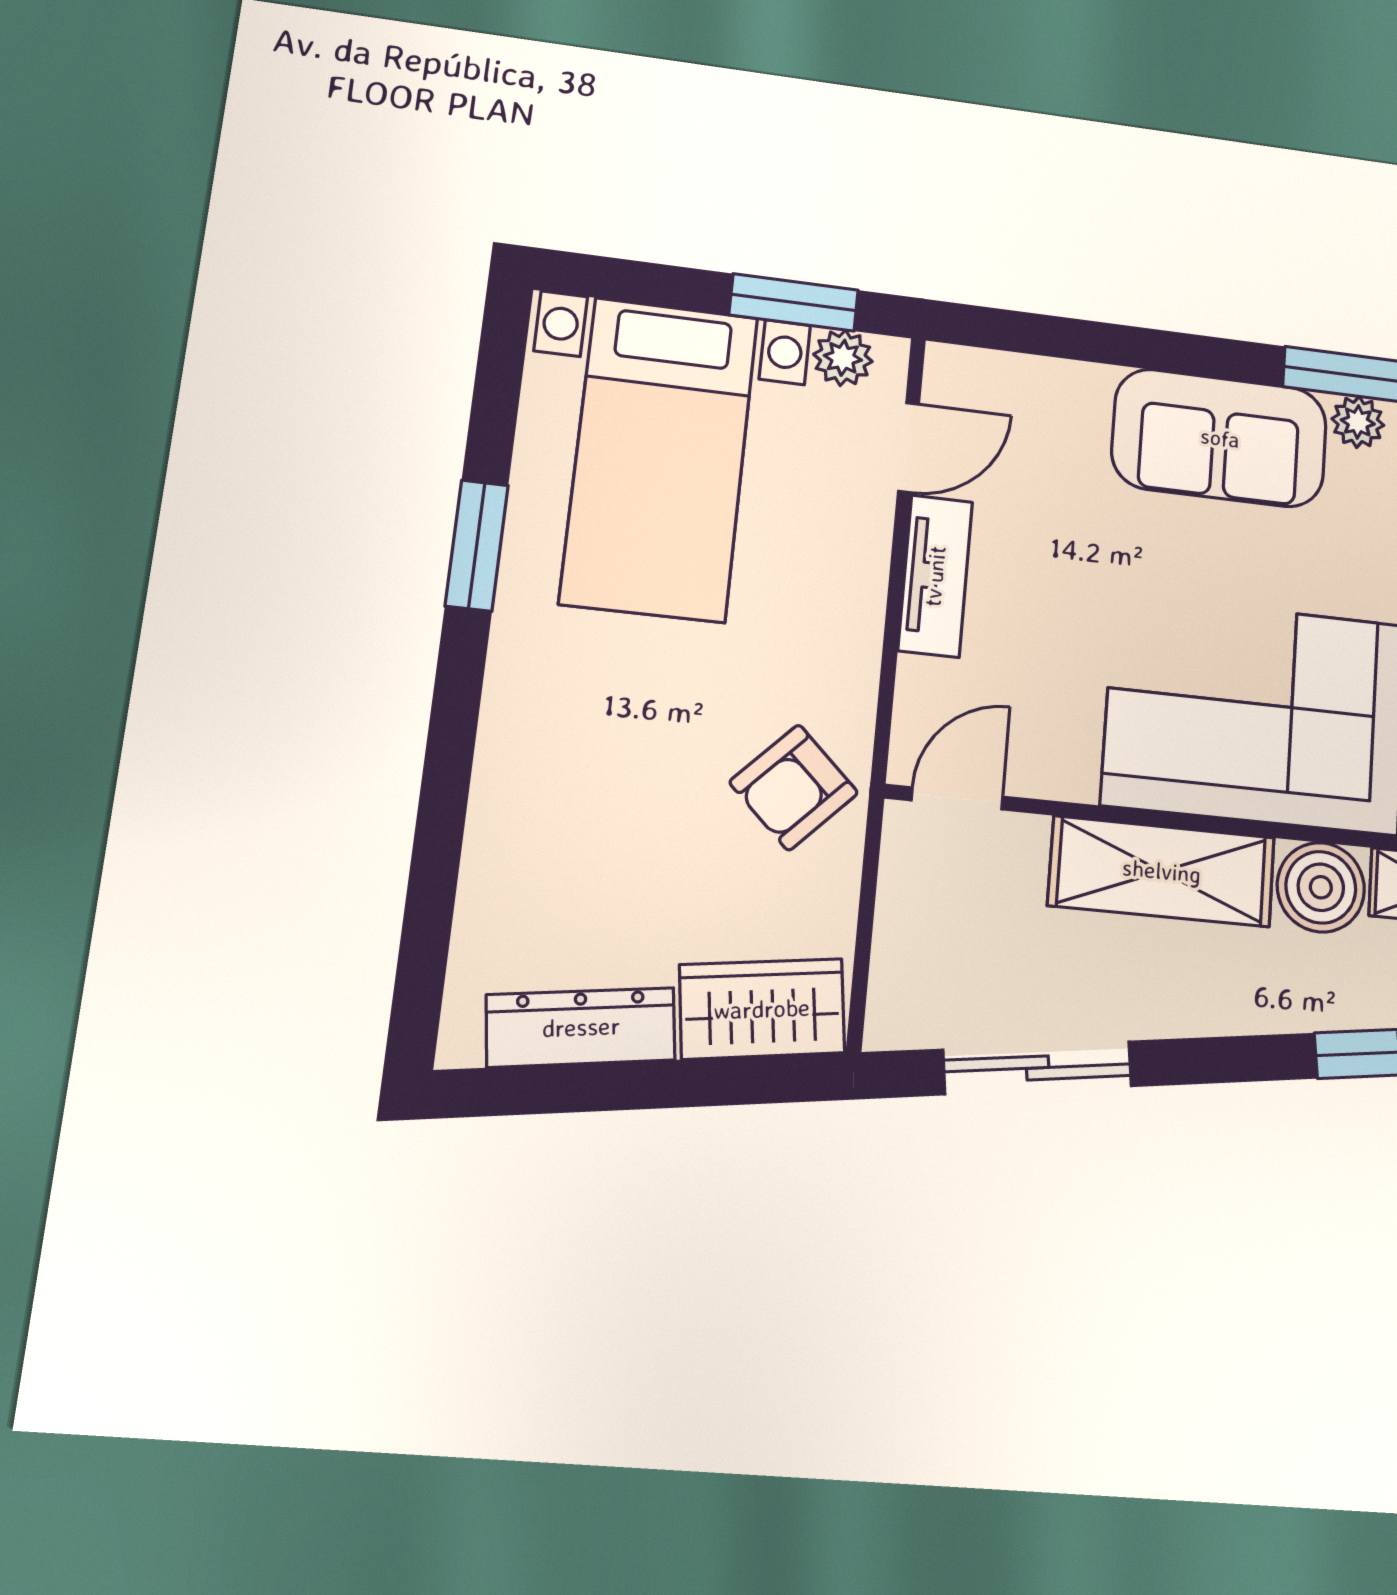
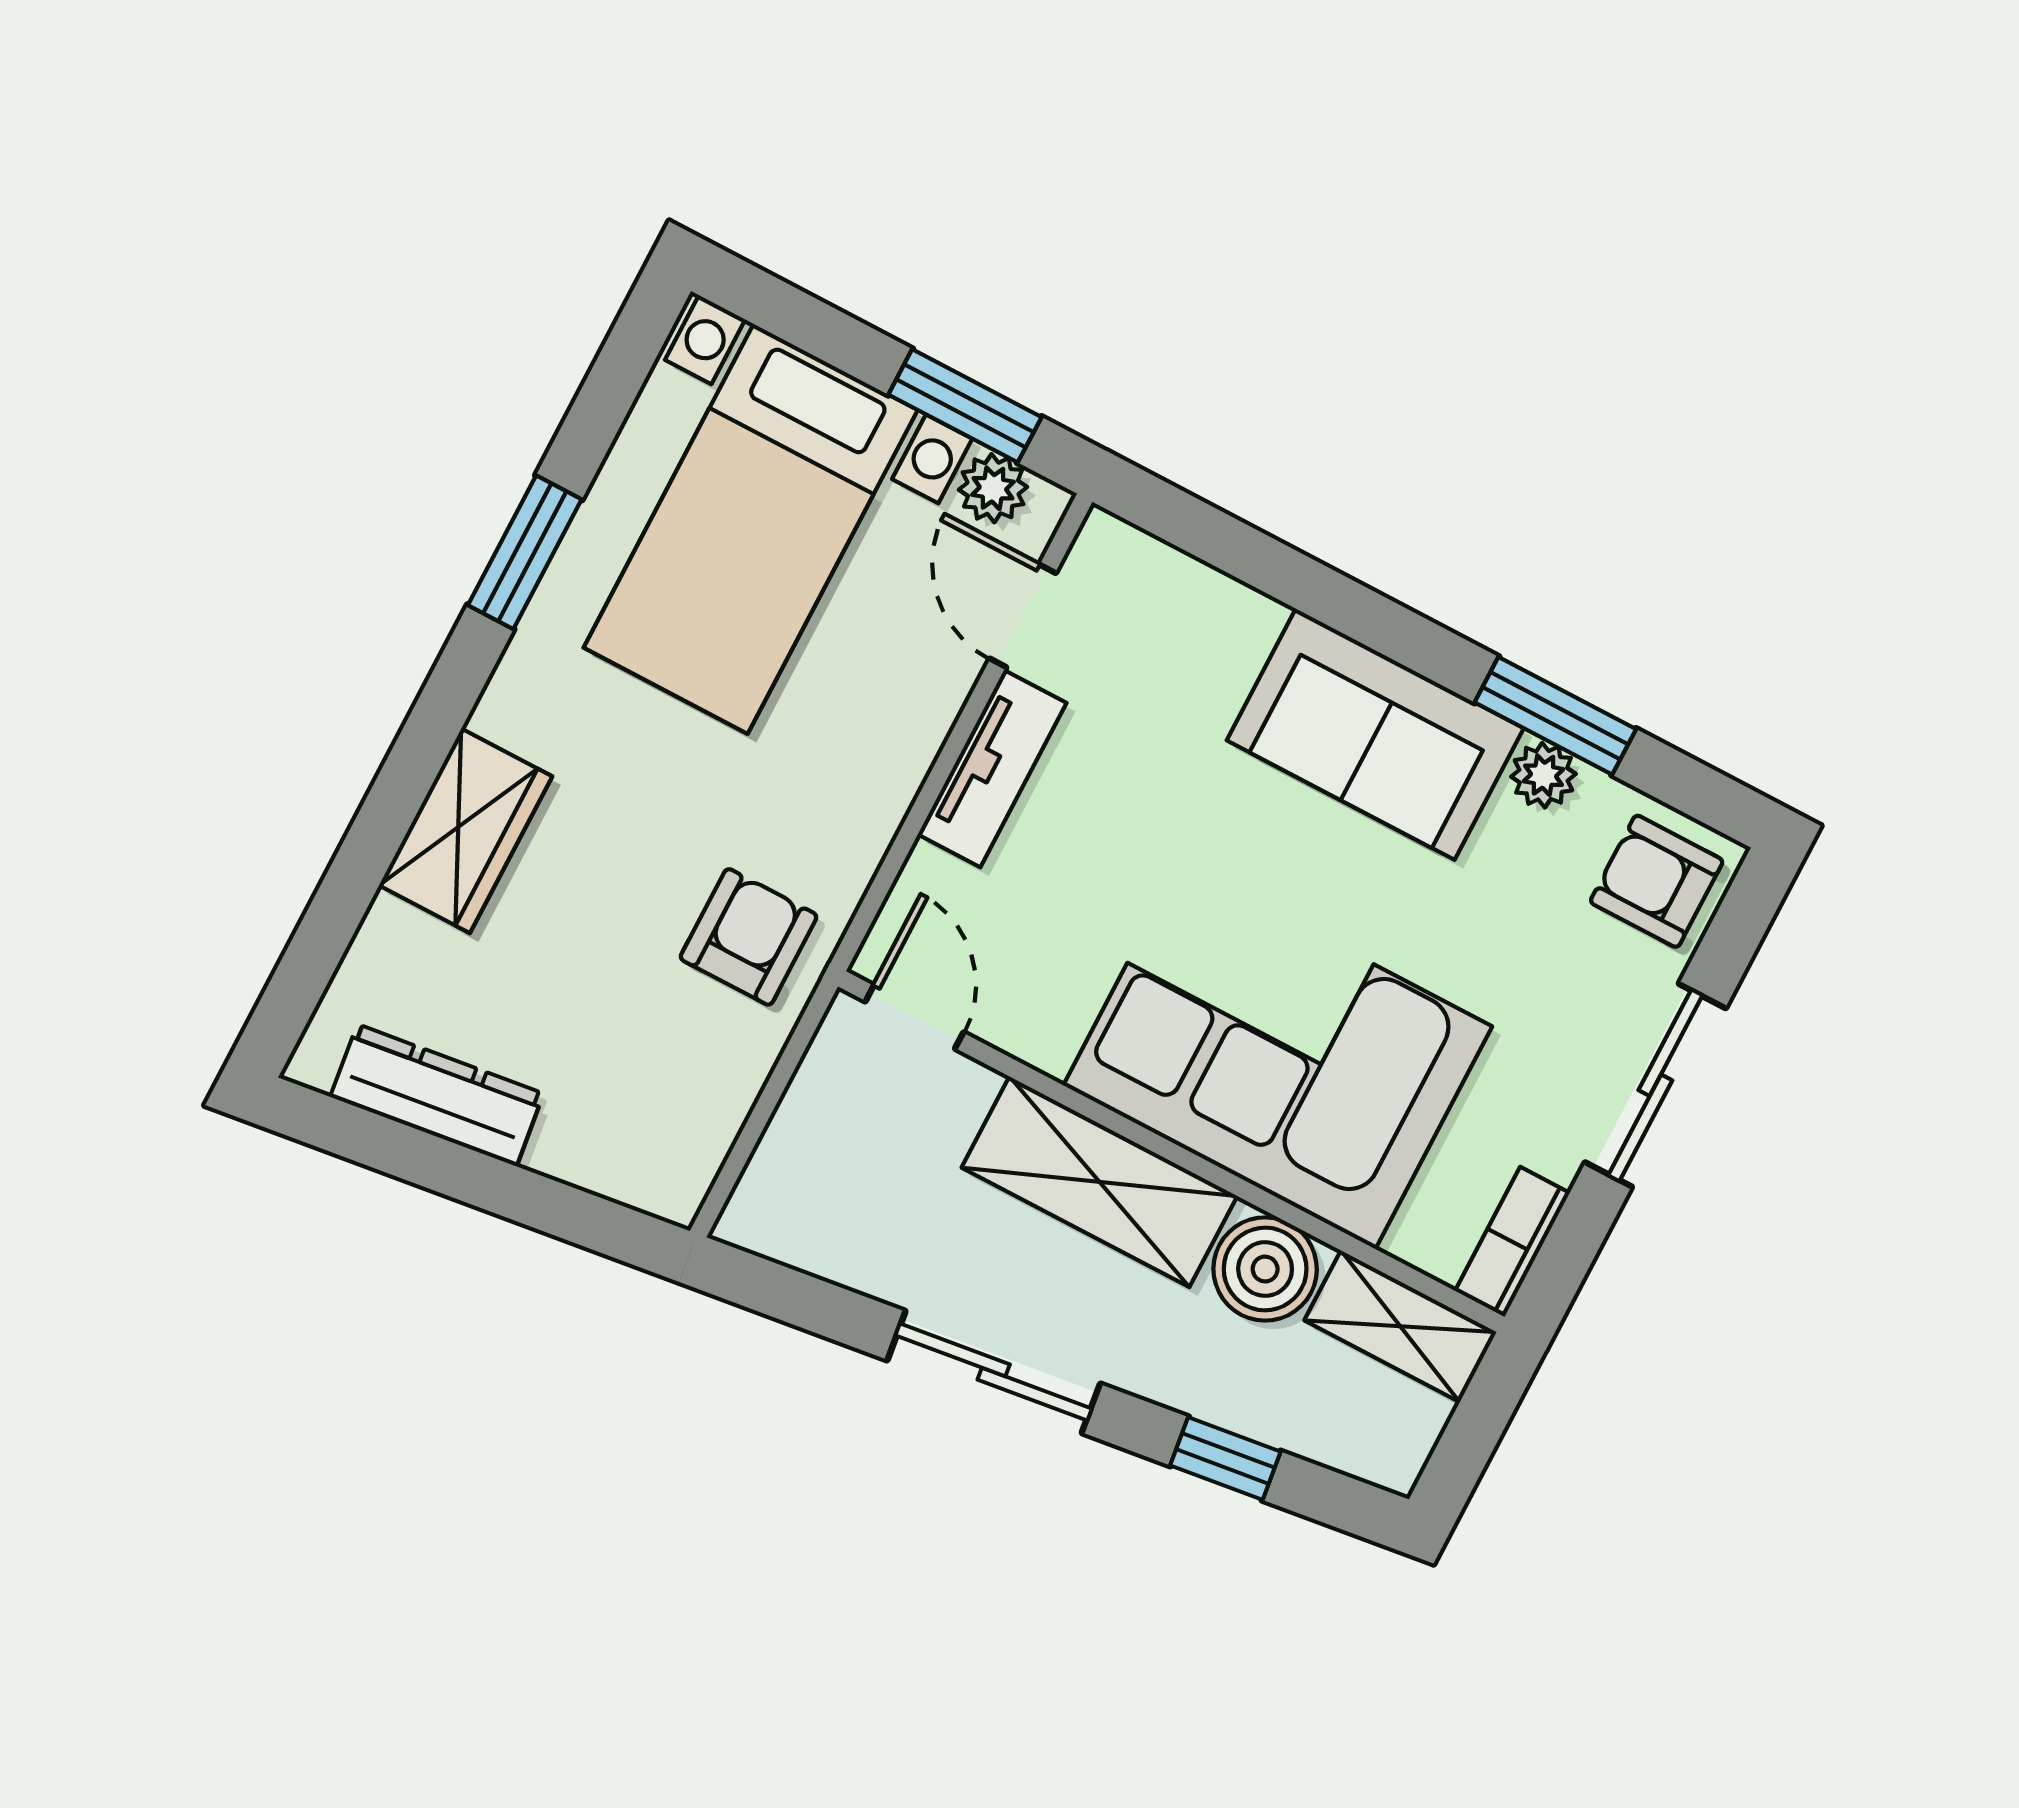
door: (909, 448) -> (1023, 616), swing flipped
armchair: (794, 787) -> (749, 937), turned 136
door: (957, 798) -> (914, 1017), hinge flipped
wardrobe: (762, 1009) -> (466, 831), moved, turned 97
sliding door: (1038, 1068) -> (994, 1372), moved

